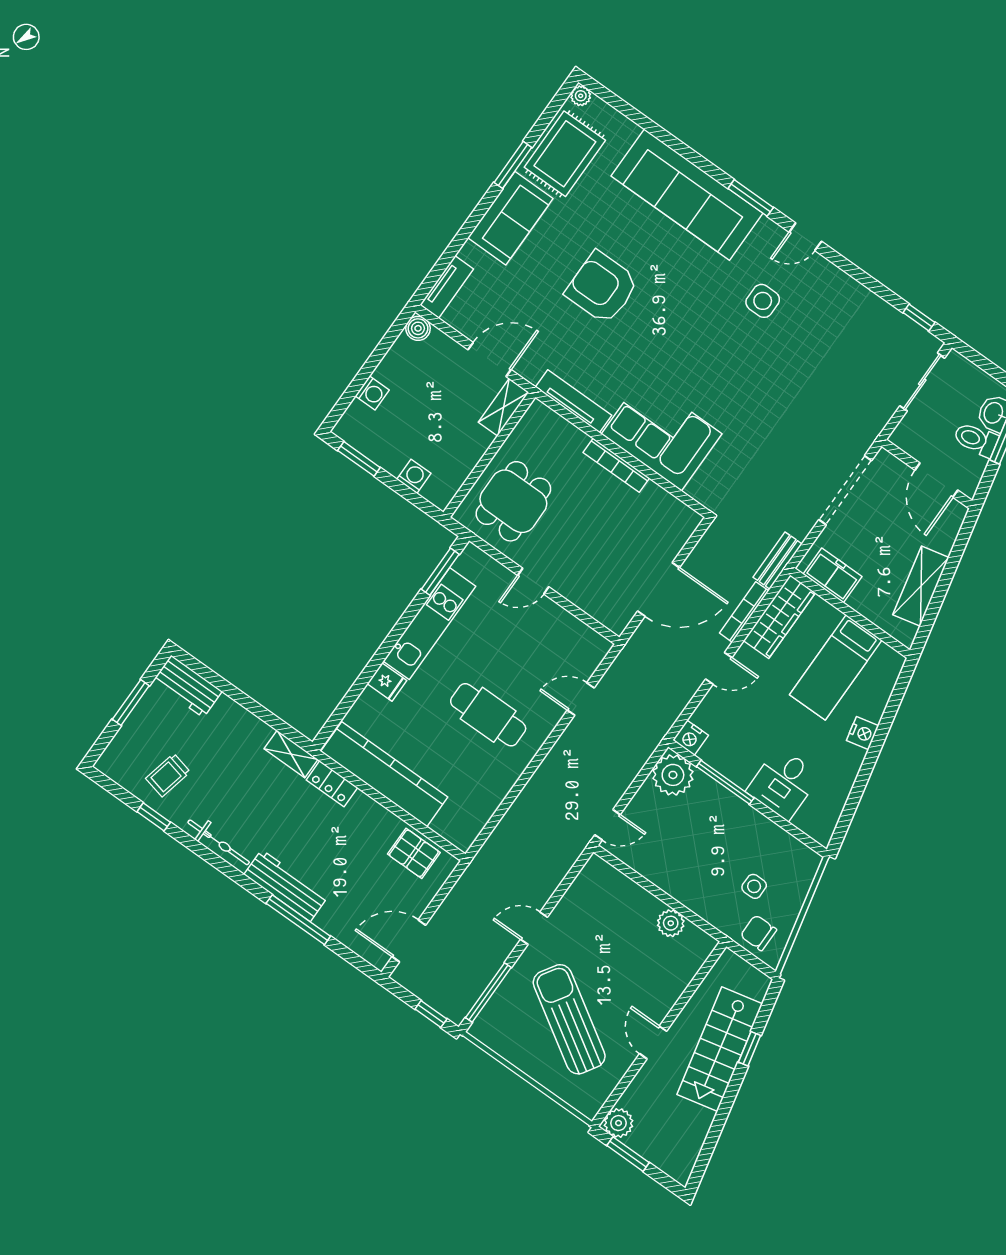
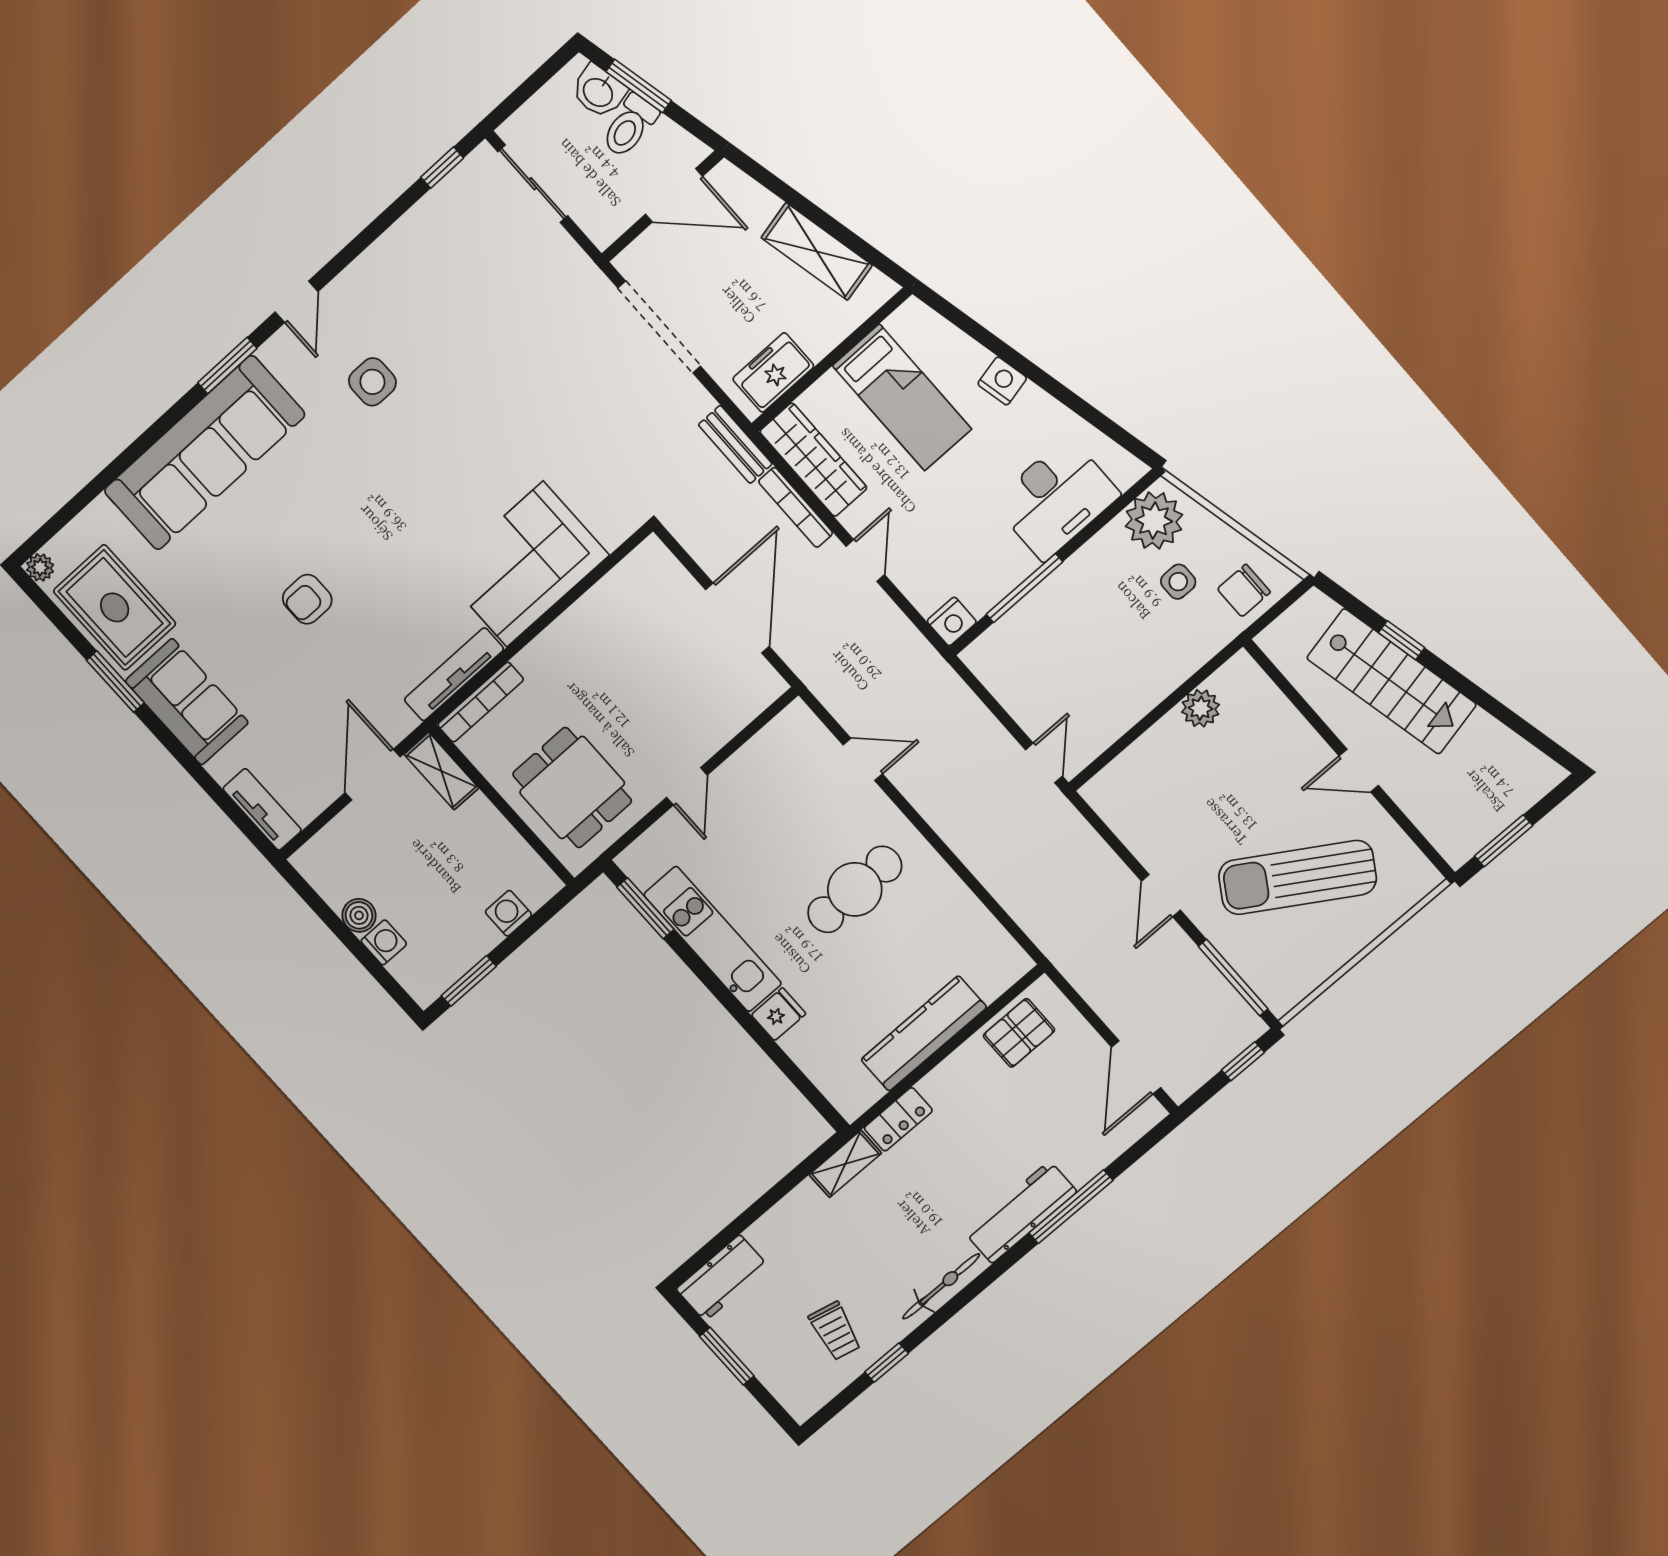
armchair: (602, 288) -> (307, 599), width x0.53, depth x0.53
boiler: (418, 328) -> (359, 915), moved
bookcase: (616, 465) -> (481, 702), moved
door: (581, 699) -> (863, 759), swing flipped
kitchen counter: (384, 774) -> (924, 1033), width x0.72, depth x0.86
plant: (673, 775) -> (1154, 521), moved
desk: (783, 783) -> (1056, 499), width x1.37
plant: (619, 1123) -> (1458, 844), removed

